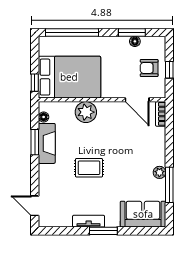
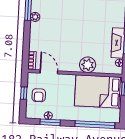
armchair: (149, 68) -> (39, 95), turned 90
rug: (89, 168) -> (87, 23), removed

